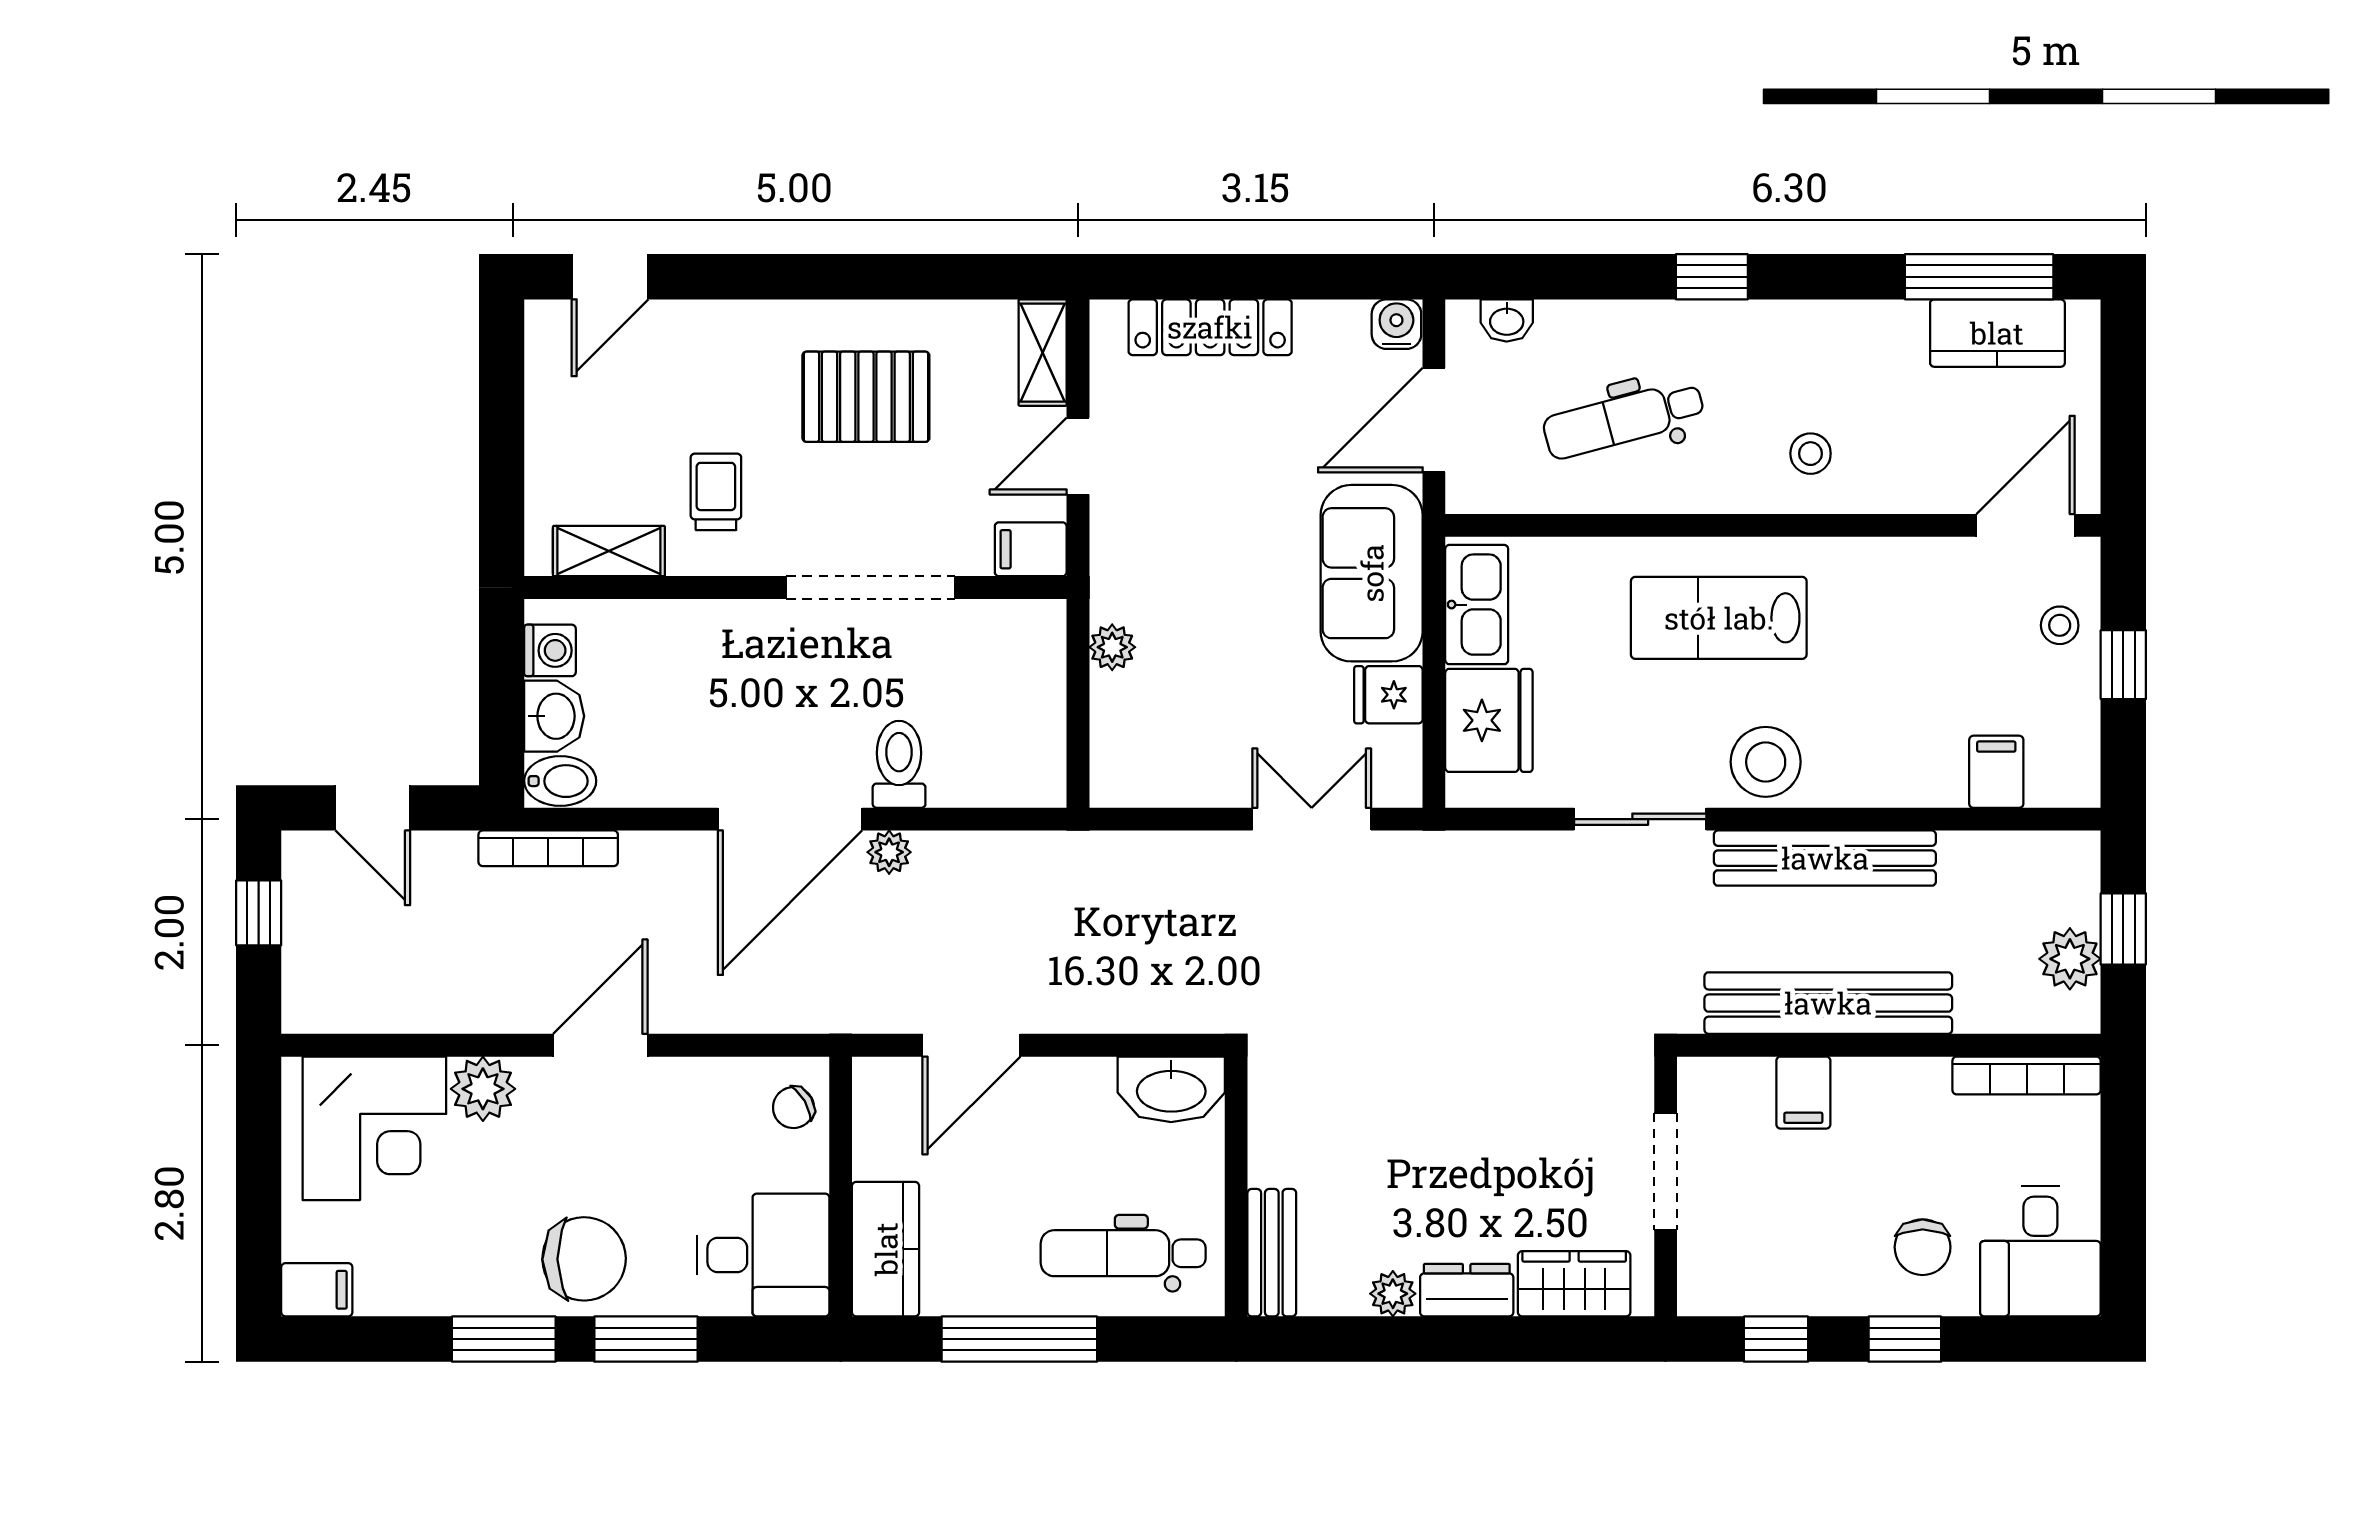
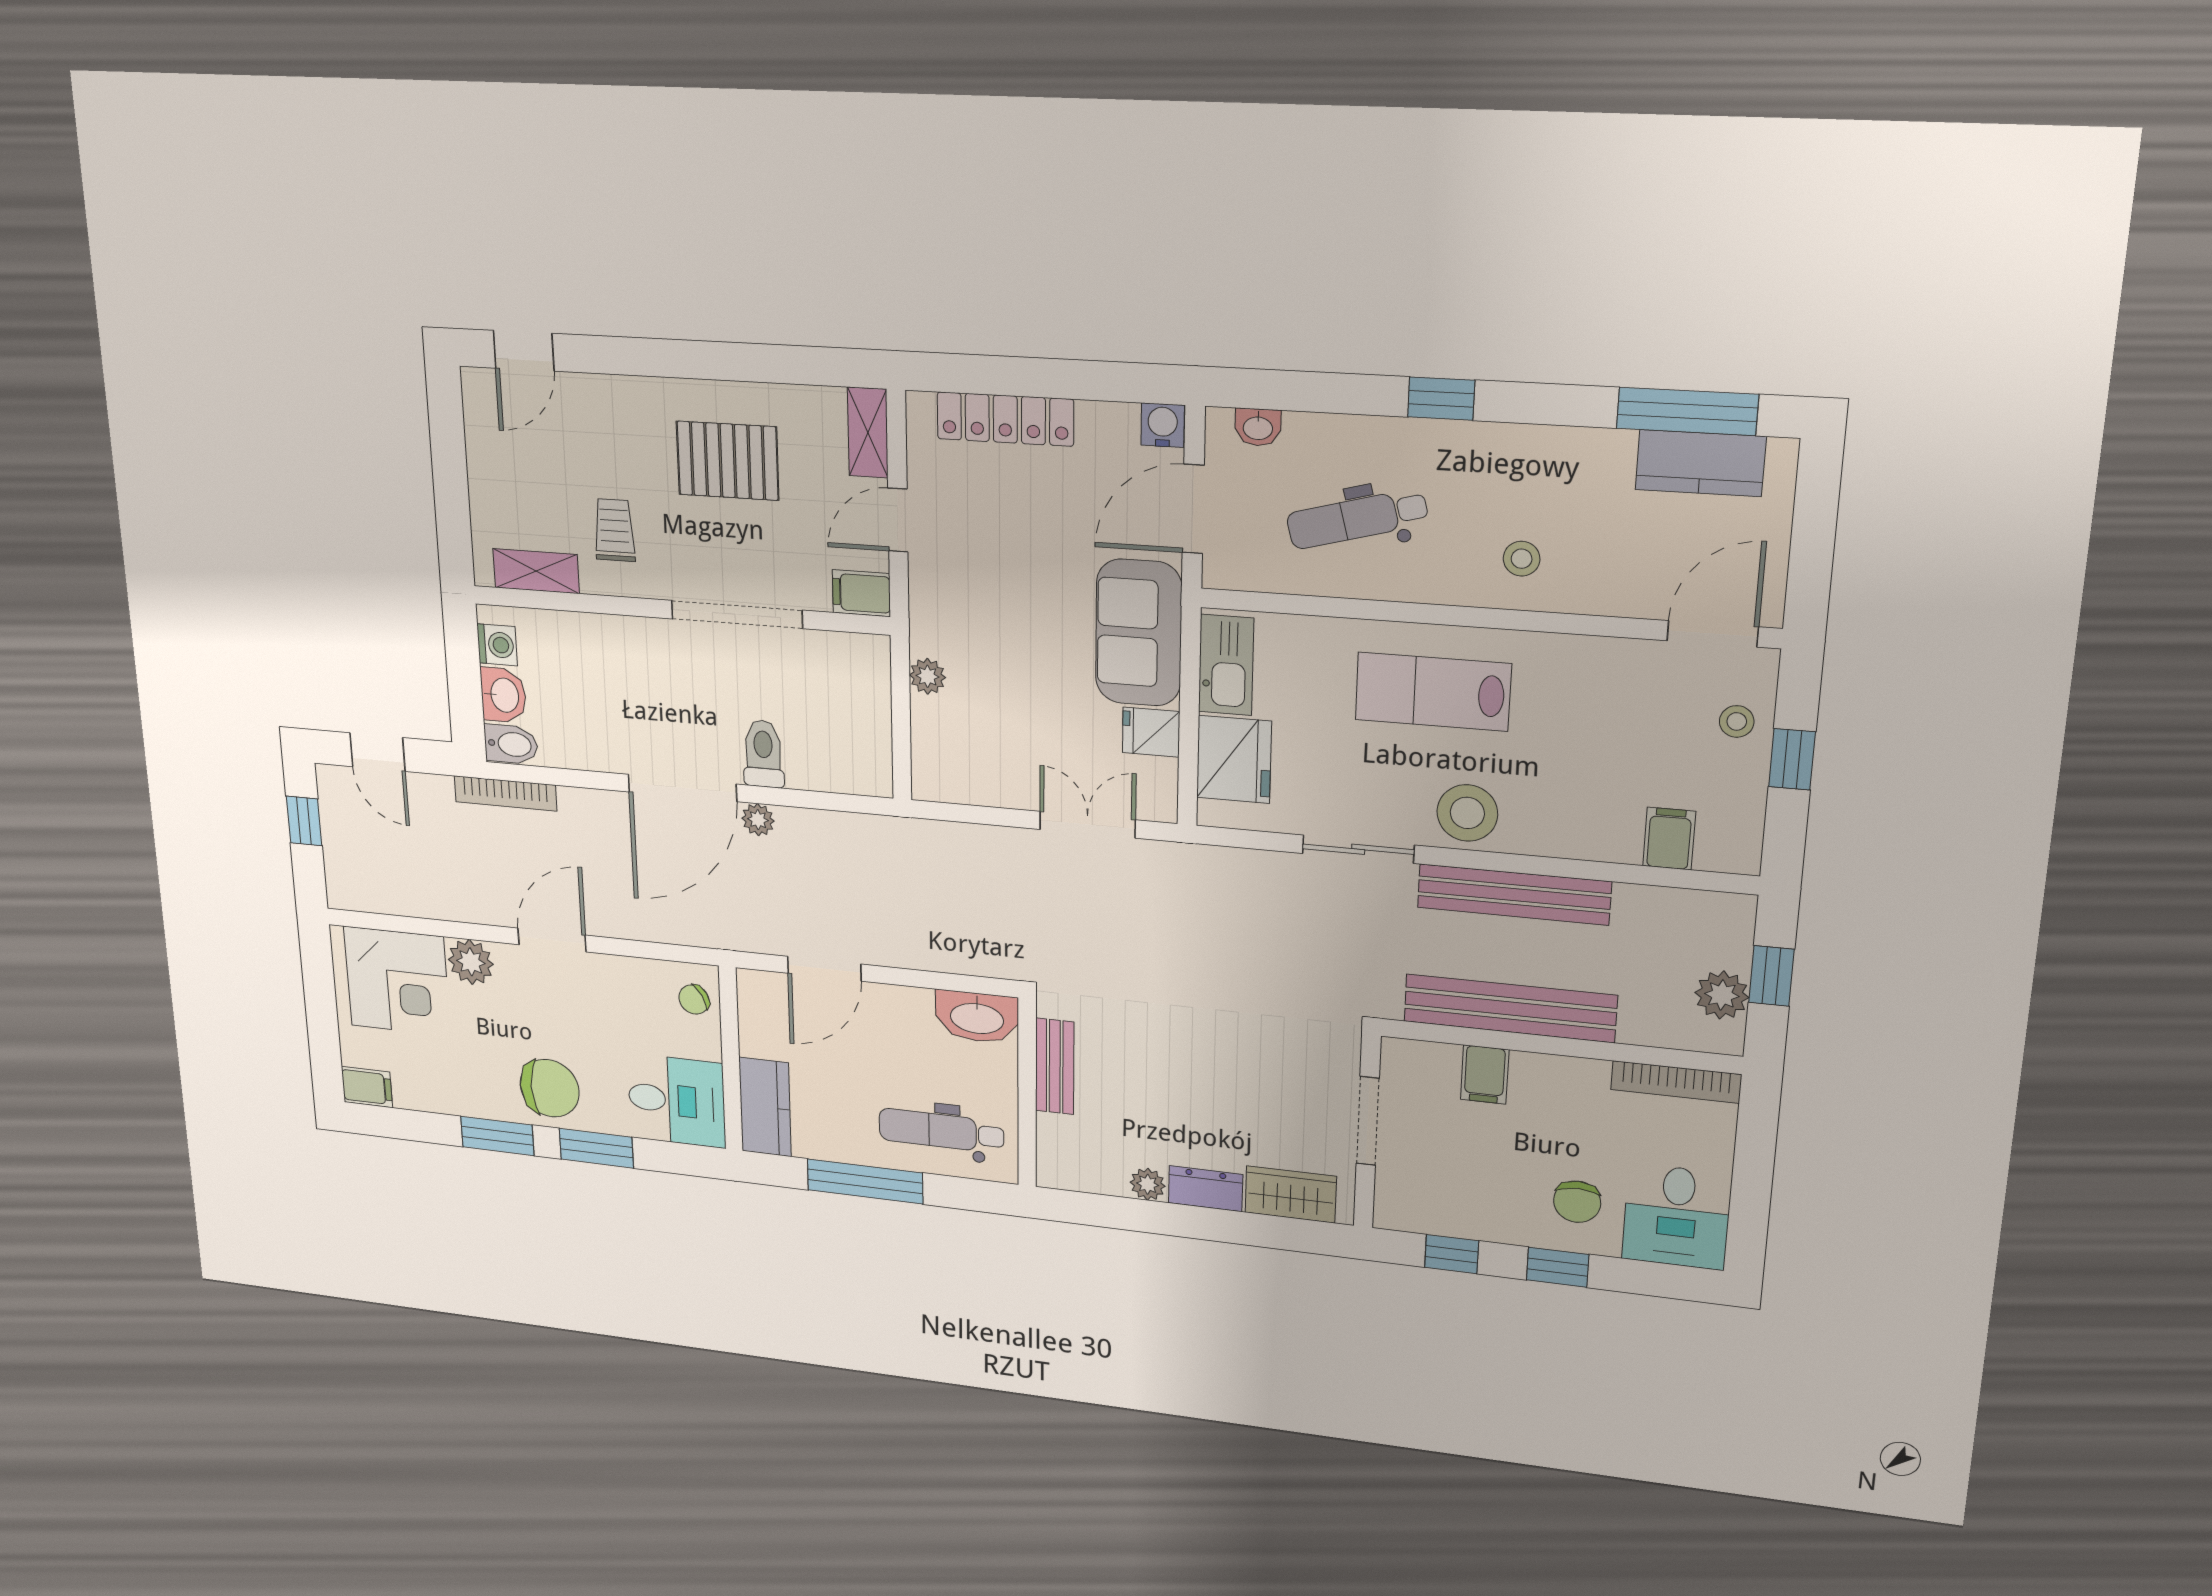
bench: (1272, 1253) -> (1055, 1066), moved

